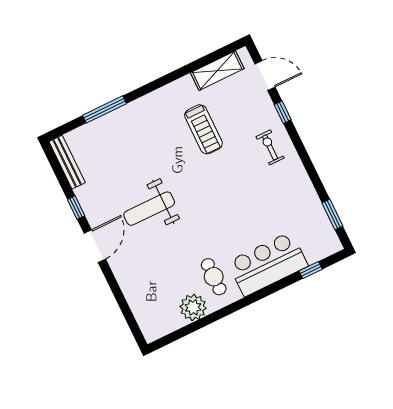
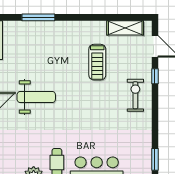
exercise bike: (270, 147) -> (135, 95), width x1.38, depth x1.39
weight bench: (149, 209) -> (36, 97), turned 180

